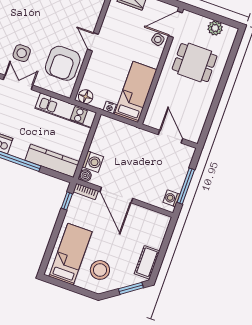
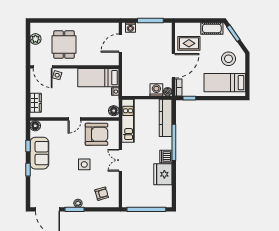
side table: (22, 53) -> (84, 164), moved
washing machine: (171, 198) -> (130, 27), moved
rug: (138, 226) -> (189, 43), added

